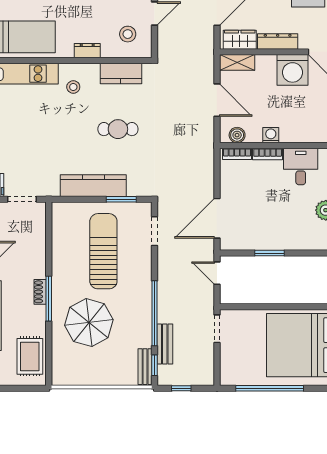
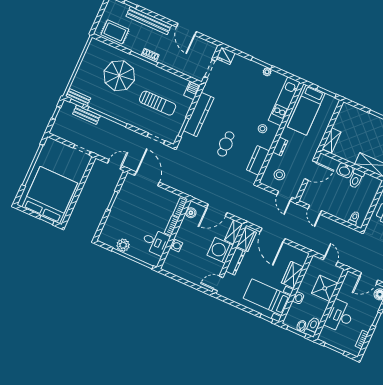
washing machine: (292, 70) -> (220, 250), moved
washing machine: (271, 135) -> (176, 245), moved
barbecue: (64, 211) -> (192, 90), added
sun lounger: (103, 251) -> (158, 103), width x0.73, depth x0.75

